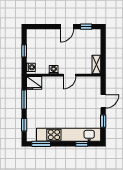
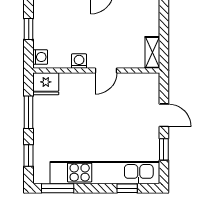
door: (103, 101) -> (164, 115), hinge flipped

